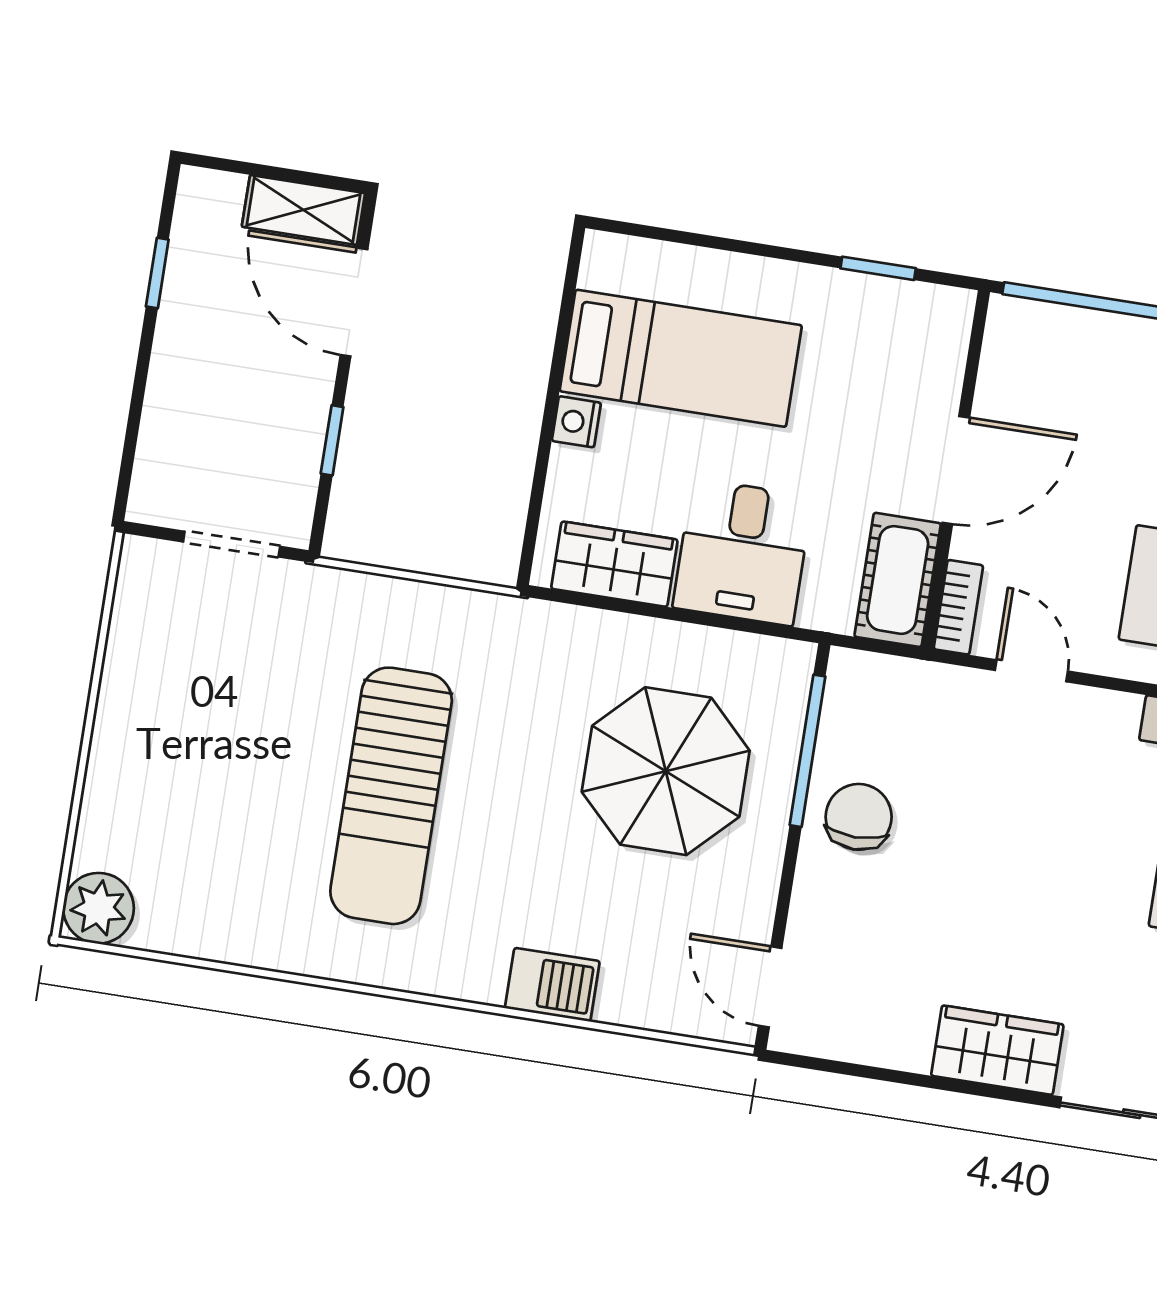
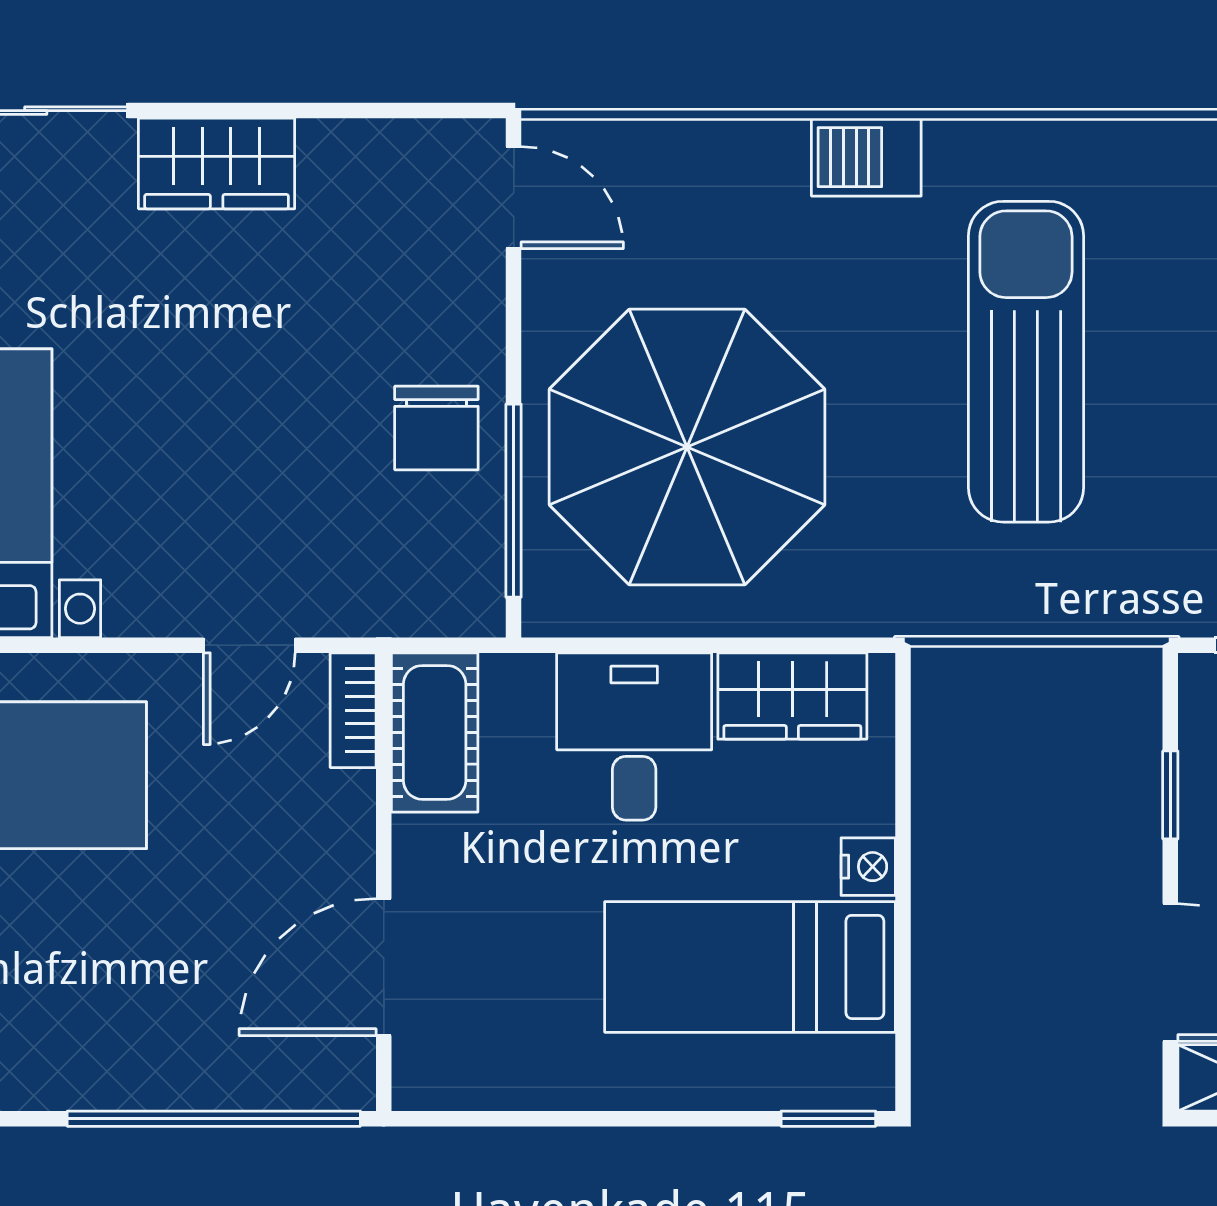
window: (878, 268) -> (828, 1119), moved
door: (956, 470) -> (384, 967), moved
door: (1031, 671) -> (249, 645), hinge flipped
parasol: (666, 771) -> (687, 447), width x1.36, depth x1.36
barbecue: (552, 985) -> (866, 157), moved

